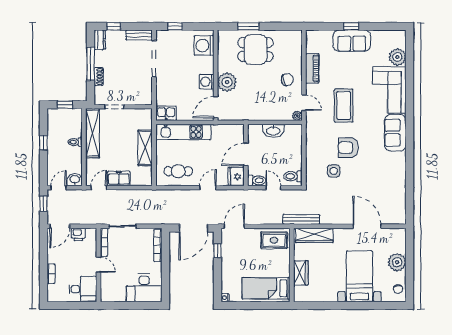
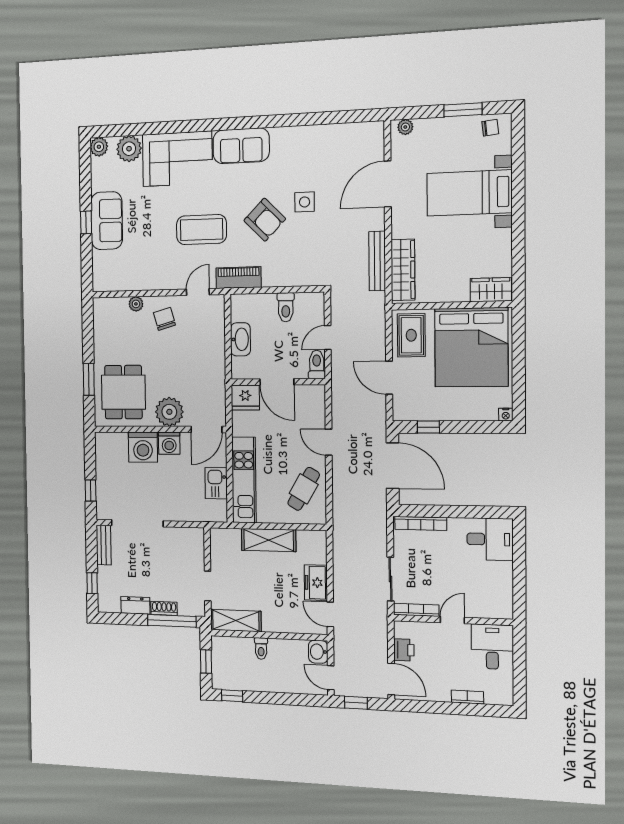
plant: (400, 36) -> (99, 147), added
dresser: (100, 40) -> (135, 605), moved
washing machine: (204, 46) -> (143, 447), moved
dining table: (255, 50) -> (123, 392), moved
window: (91, 64) -> (172, 621), moved
piano: (312, 68) -> (239, 278), moved
door: (216, 107) -> (206, 429), hinge flipped
kitchen sink: (166, 113) -> (216, 483), moved
plant: (297, 116) -> (136, 304), moved
shelving: (93, 133) -> (236, 621), width x0.68
window: (43, 143) -> (232, 696), moved
armchair: (348, 148) -> (265, 220), turned -45
cafe table: (178, 171) -> (304, 489), turned 30
side table: (334, 171) -> (305, 202), moved
toilet: (293, 176) -> (286, 307), moved
fridge: (236, 177) -> (245, 398), moved
bench: (301, 219) -> (377, 261), moved
door: (234, 226) -> (389, 378), moved
plant: (397, 262) -> (405, 127), moved, width x0.53, depth x0.53
wardrobe: (301, 273) -> (491, 290), moved
window: (410, 273) -> (463, 110), added
desk: (144, 288) -> (490, 539), width x0.73
bed: (266, 288) -> (471, 347), width x2.04

